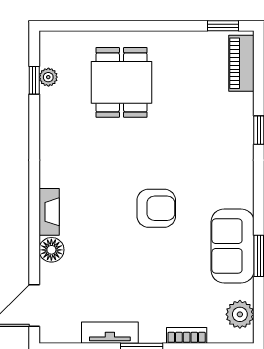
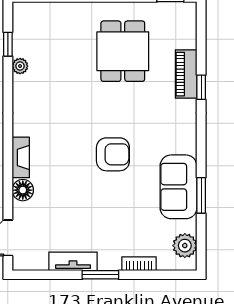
piano: (241, 63) -> (186, 74), moved
plant: (48, 77) -> (20, 66), moved
dining table: (121, 82) -> (123, 51), moved

